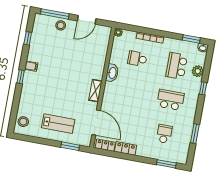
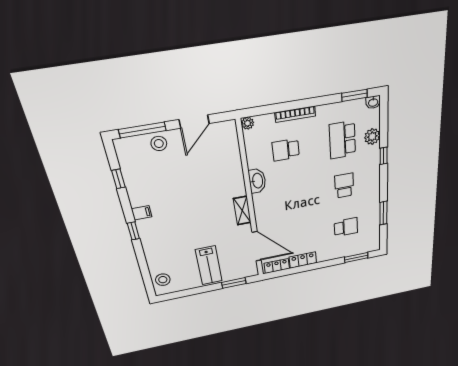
school desk: (170, 100) -> (344, 186), width x0.54
lab bench: (58, 124) -> (209, 265), turned 90
school desk: (164, 134) -> (346, 227), turned 90

